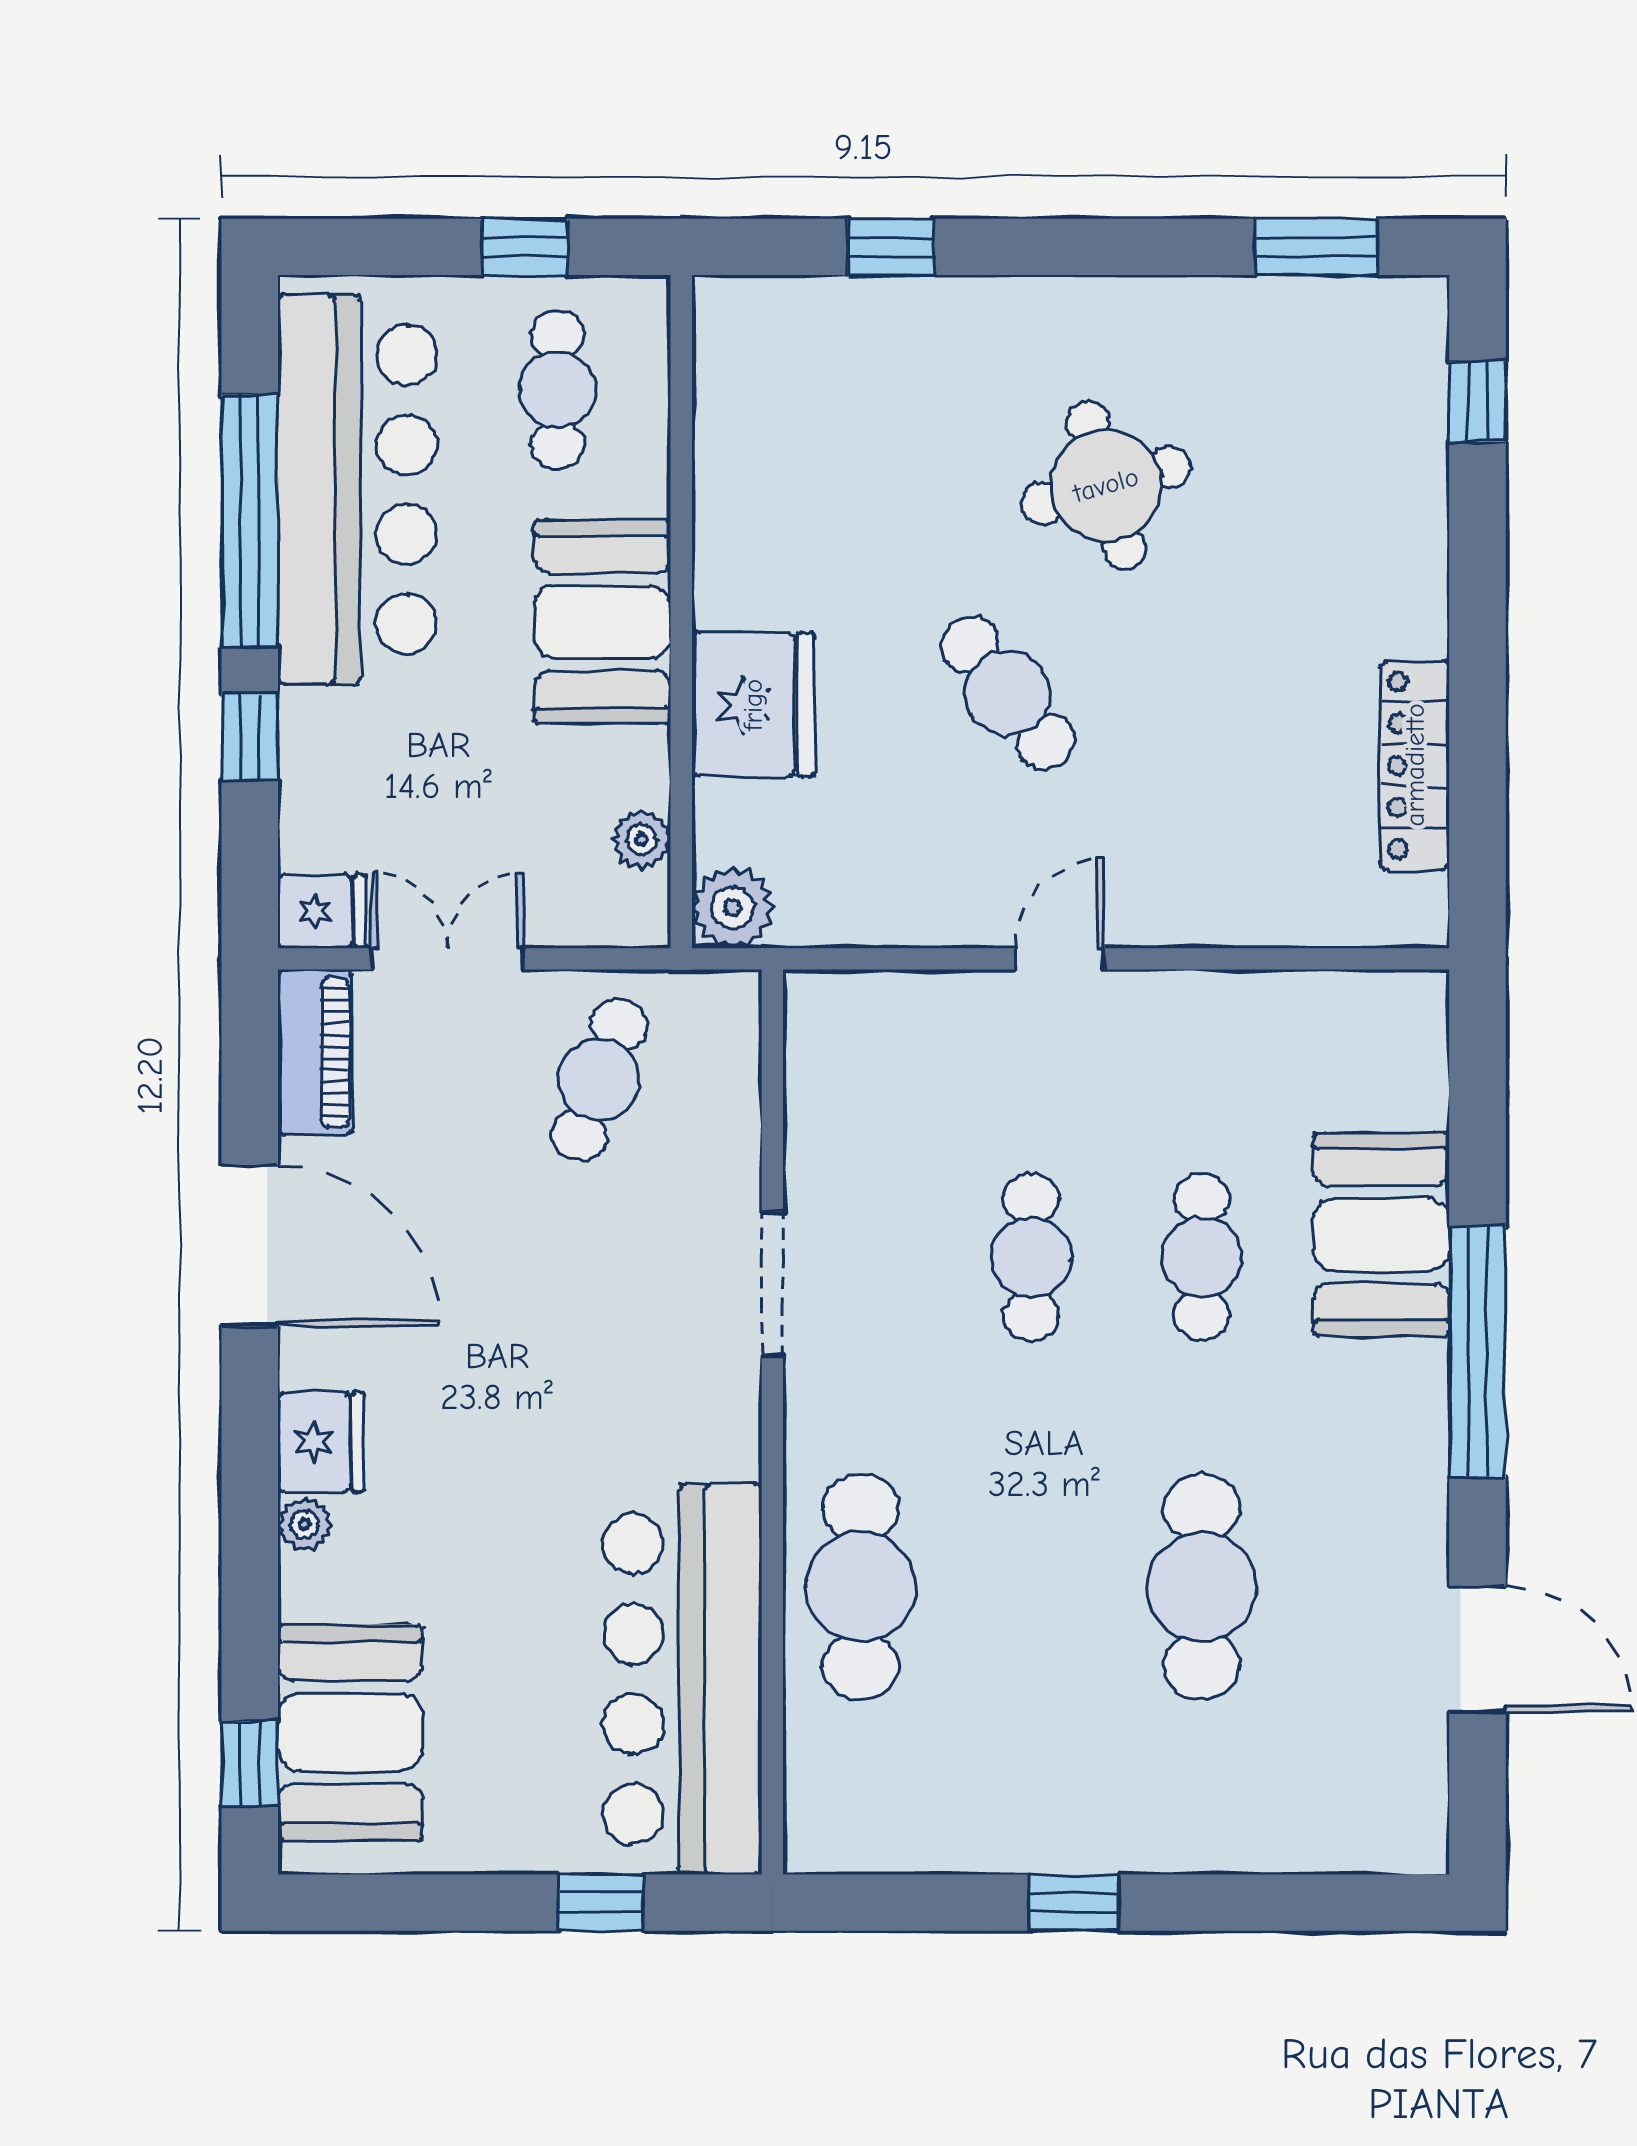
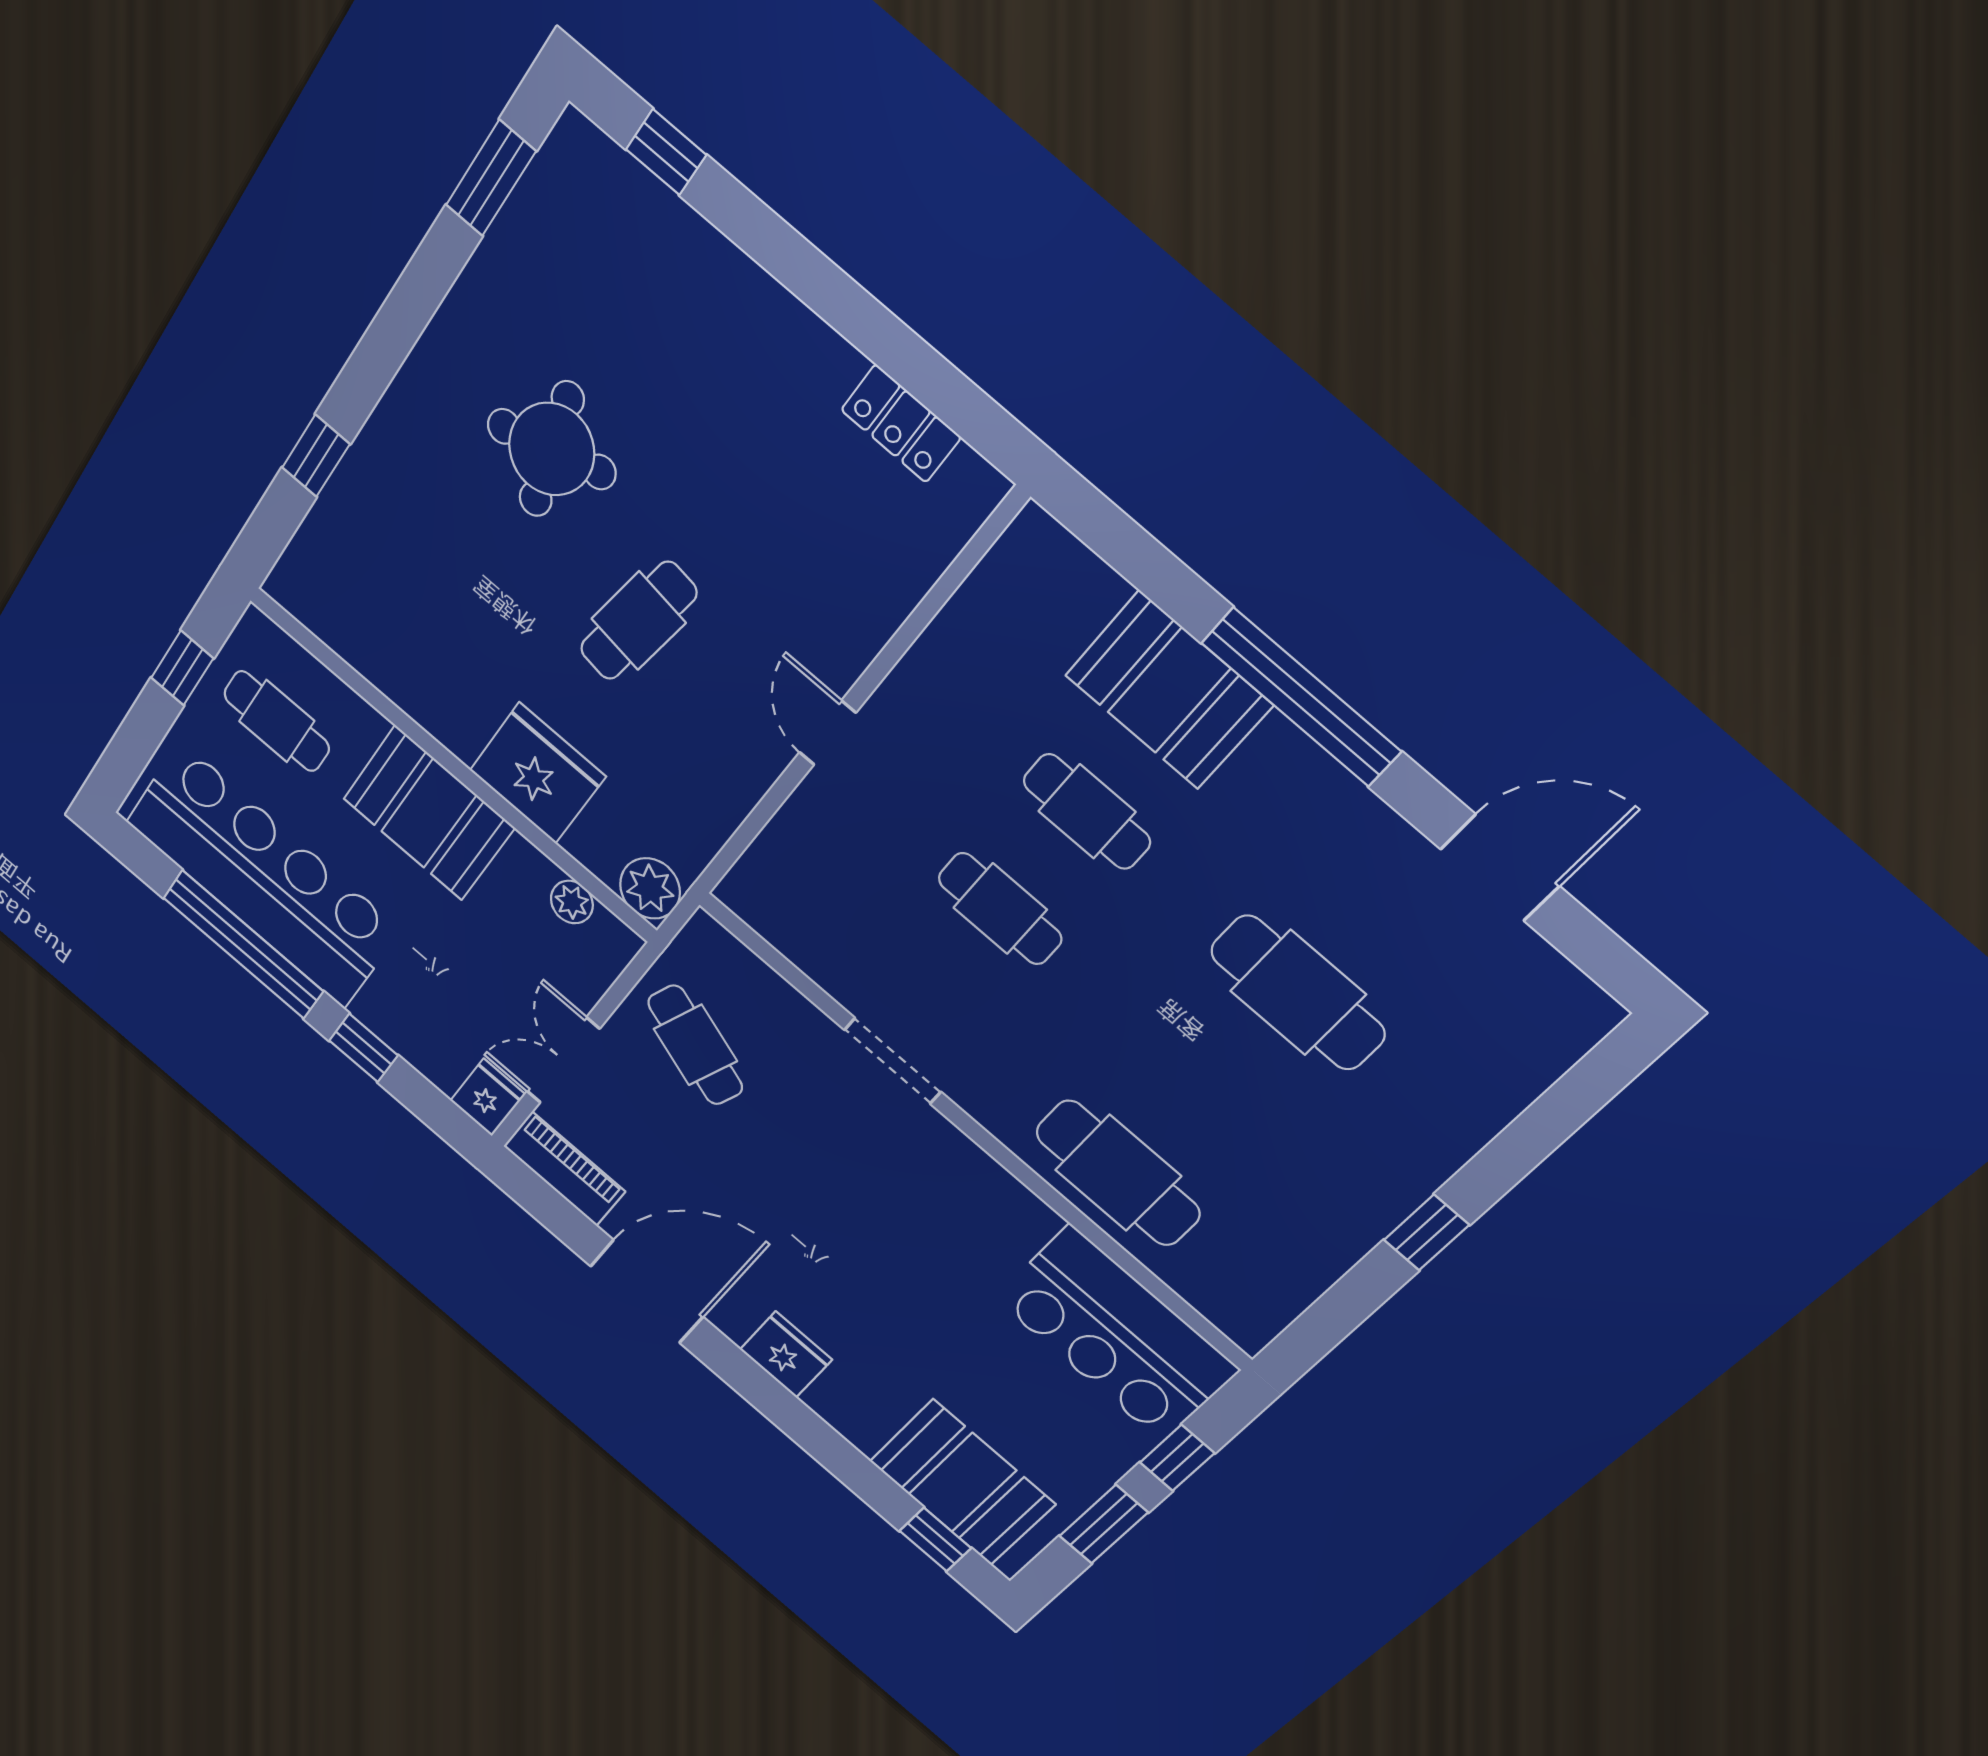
cafe table: (1008, 693) -> (638, 621), turned -44
locker: (1415, 765) -> (901, 424), width x0.66
plant: (304, 1525) -> (825, 1402), removed
bar counter: (682, 1679) -> (1116, 1334), width x0.73
window: (448, 1903) -> (1104, 1524), added

